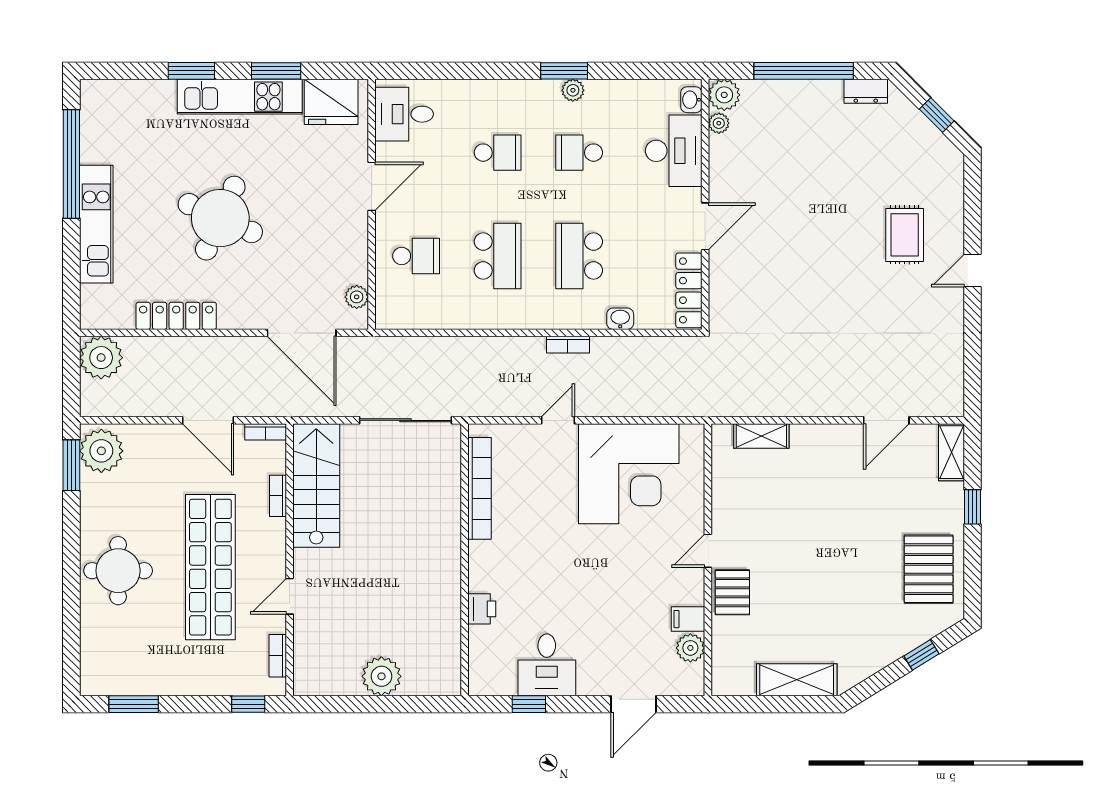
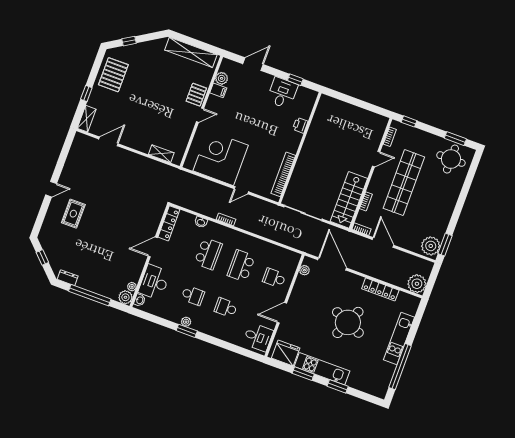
round table: (118, 571) -> (451, 159), moved
plant: (381, 676) -> (351, 113), removed
shelving: (797, 680) -> (191, 52), width x1.47

